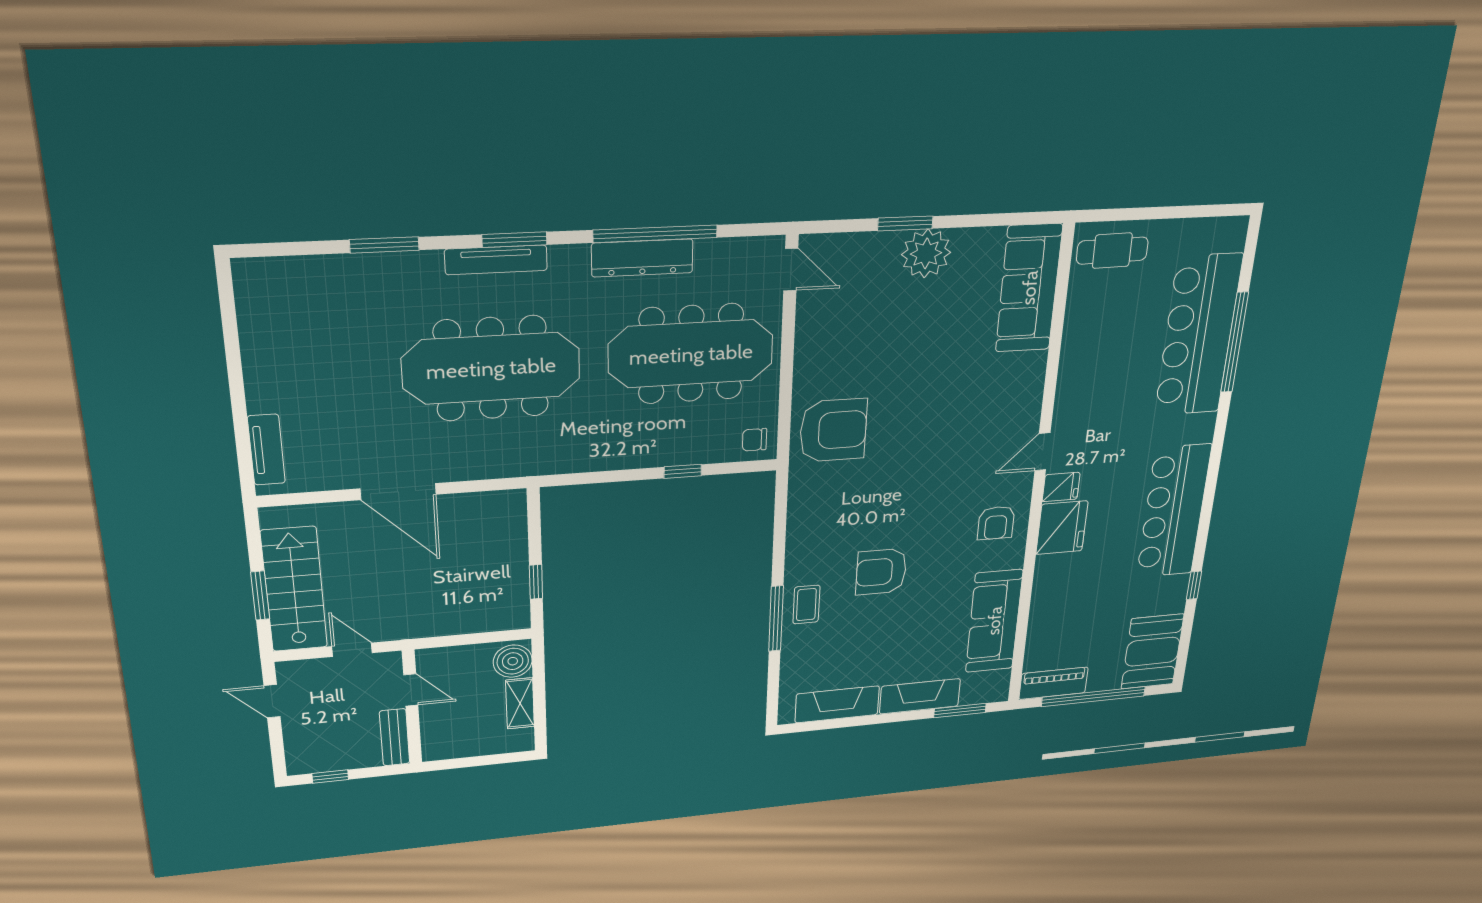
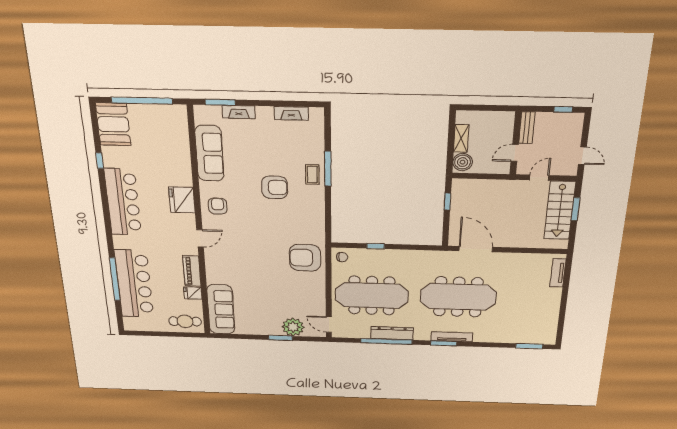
window: (384, 245) -> (529, 346), moved
plant: (926, 253) -> (293, 327), moved
fridge: (1061, 487) -> (193, 293), moved
door: (398, 492) -> (476, 249), moved
door: (352, 650) -> (539, 178), swing flipped
piano: (1053, 683) -> (192, 271), moved, turned 90
door: (411, 690) -> (515, 153), hinge flipped
fireplace: (920, 696) -> (239, 112), width x0.73, depth x0.76
fireplace: (837, 704) -> (291, 113), width x0.73, depth x0.76

